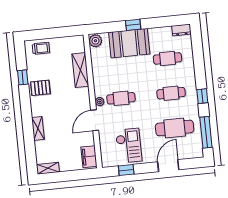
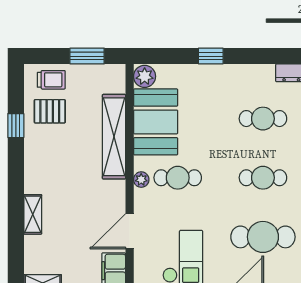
window: (60, 32) -> (87, 56), added
booth: (129, 43) -> (156, 122), moved, turned 90
shelving: (80, 70) -> (114, 137), width x1.47
pallet: (40, 88) -> (50, 111), moved
door: (95, 120) -> (130, 231), moved

